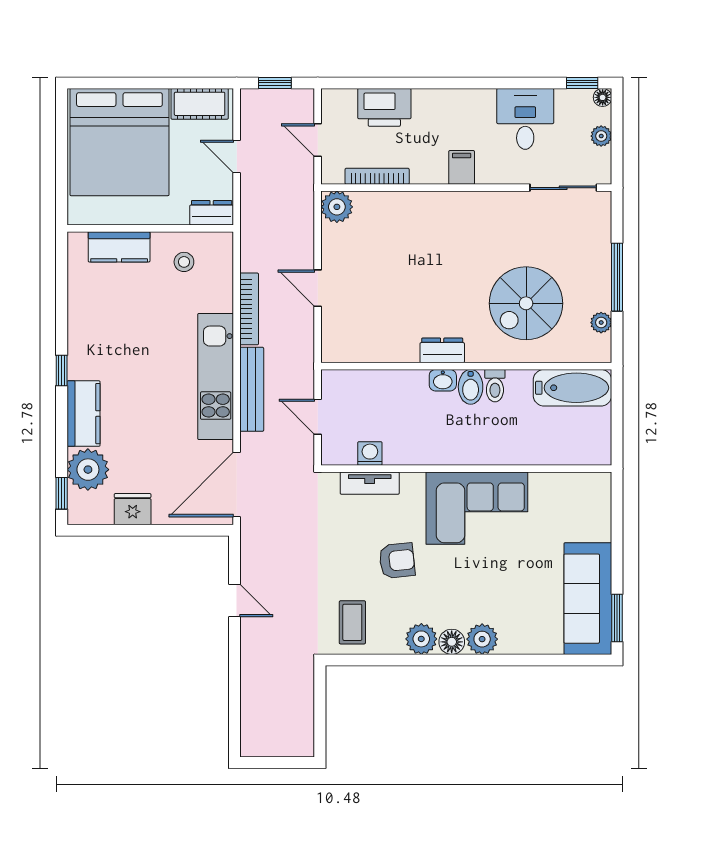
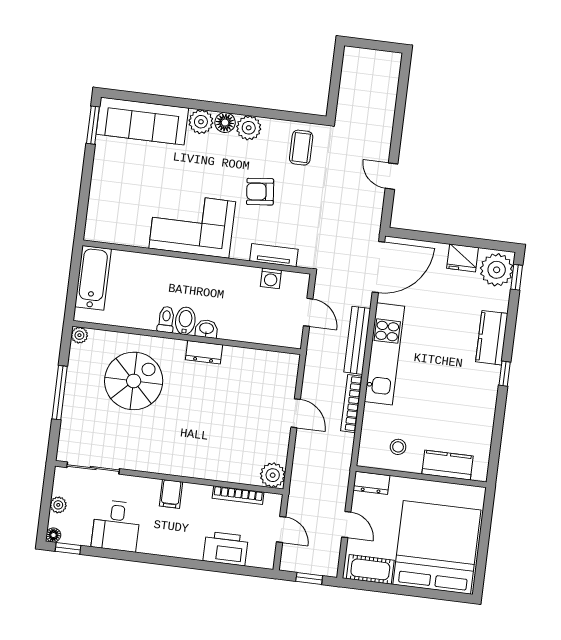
plant: (601, 323) -> (79, 335), moved
bathtub: (572, 388) -> (93, 278), moved, turned 90
plant: (88, 470) -> (497, 270), moved
sofa: (588, 599) -> (142, 121), moved, turned 90

